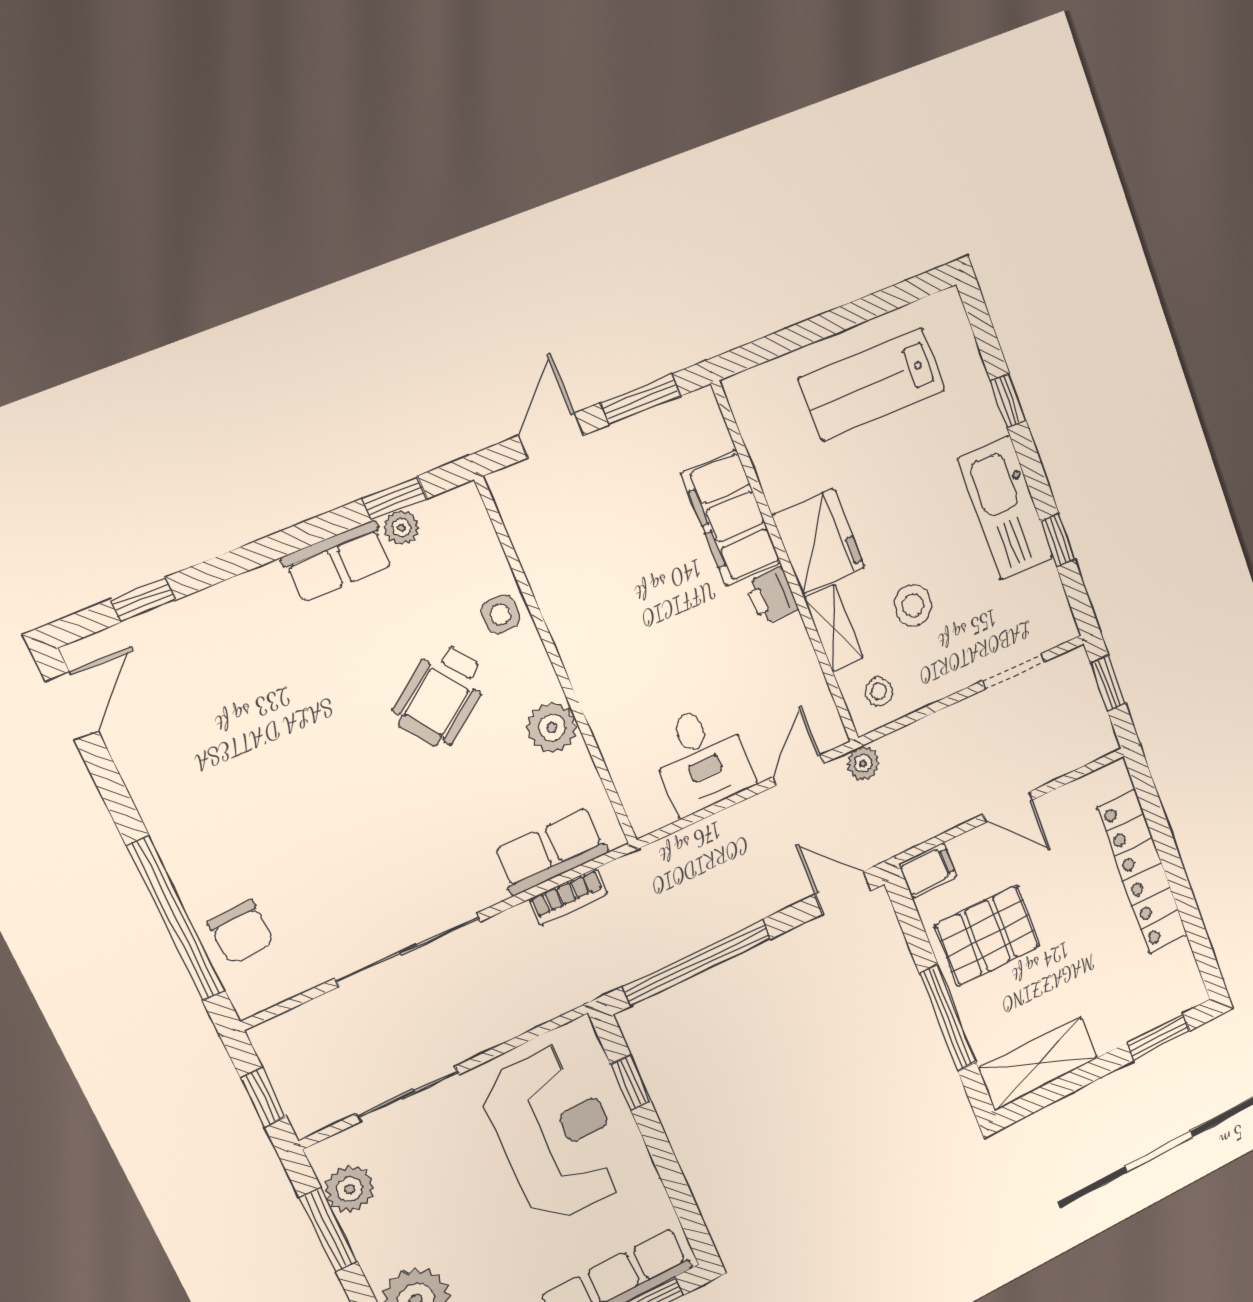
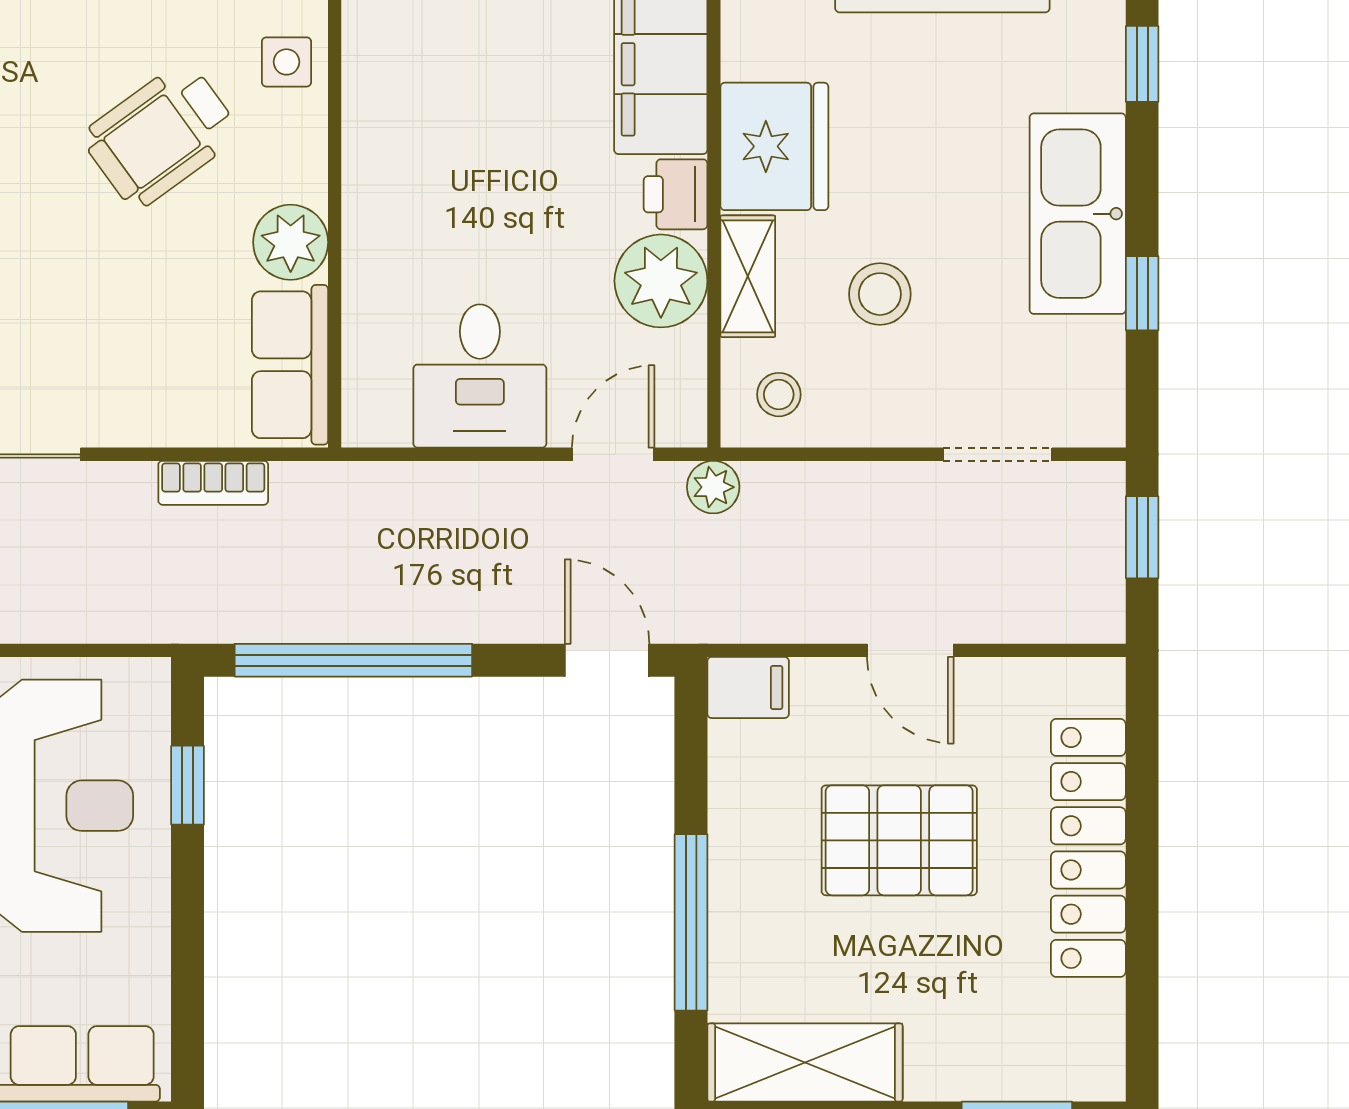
plant: (784, 653) -> (661, 281), added
row of seats: (551, 851) -> (290, 365), moved, turned -90
pallet: (988, 936) -> (899, 840), moved

